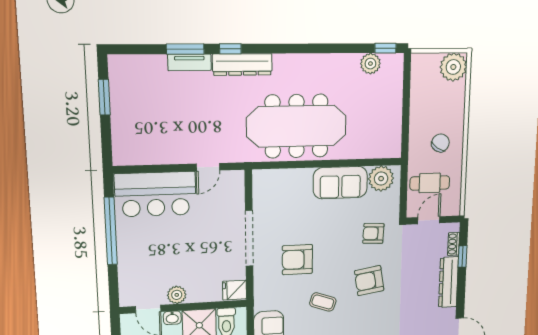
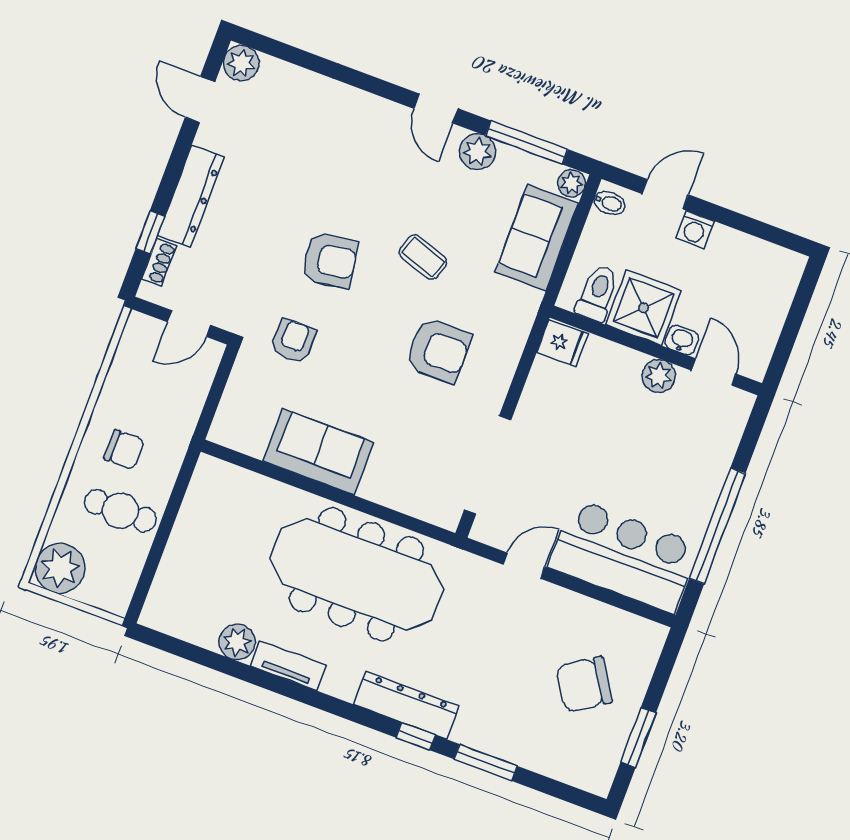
window: (385, 48) -> (165, 643), removed
tv unit: (189, 62) -> (288, 666), moved
plant: (370, 64) -> (237, 642), moved
chair: (148, 115) -> (584, 684), added
chair: (440, 143) -> (124, 450), turned -123
plant: (381, 179) -> (247, 430), removed
cafe table: (430, 183) -> (120, 511), moved
armchair: (373, 233) -> (293, 341), turned -93
doorway: (249, 238) -> (488, 465), moved

